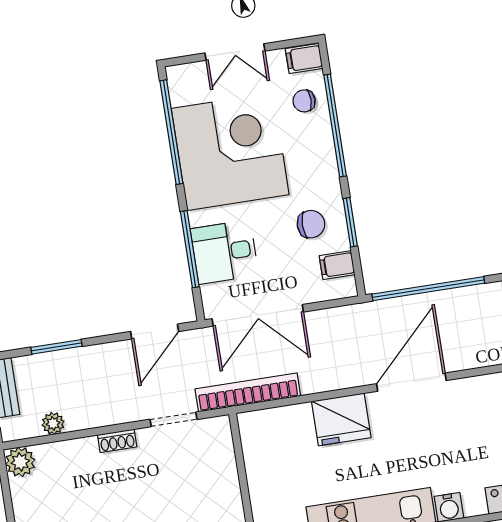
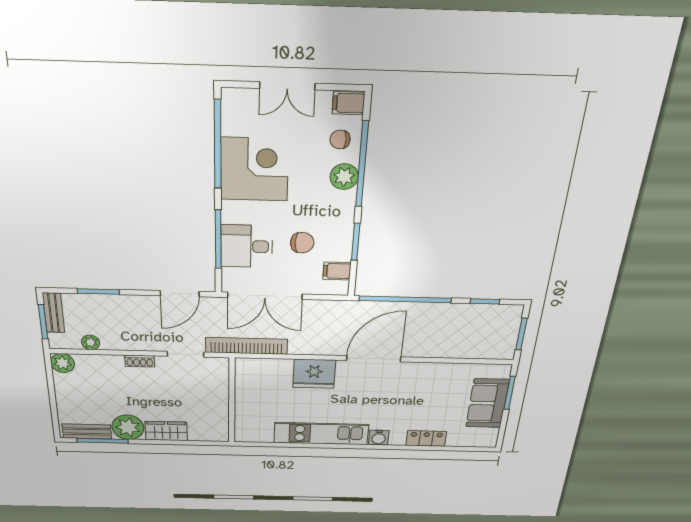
plant: (318, 144) -> (344, 177), added
corner desk: (230, 152) -> (254, 169), width x0.74, depth x0.74
chair: (311, 224) -> (302, 243), moved

